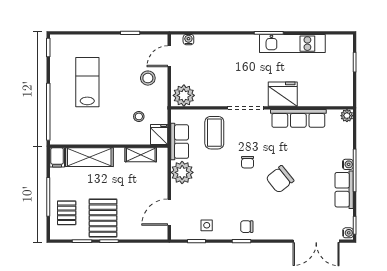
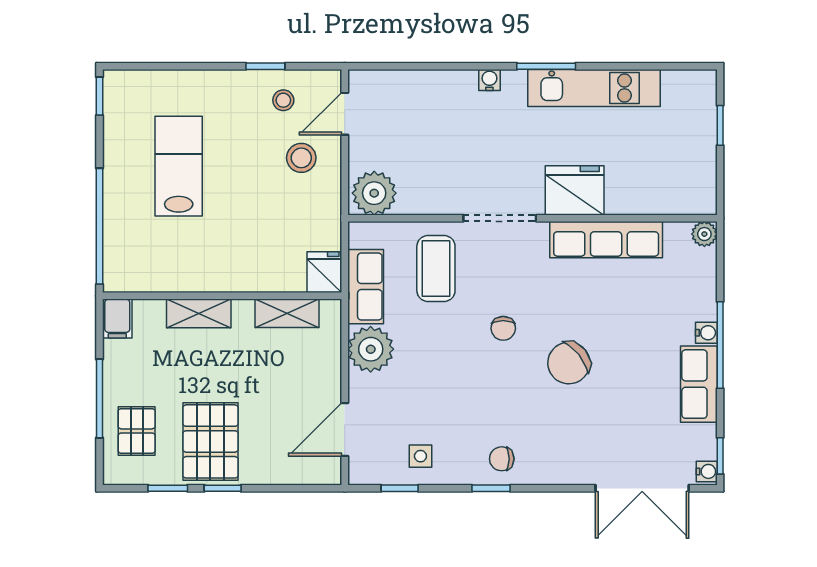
water cooler: (188, 40) -> (489, 80), moved
stool: (139, 116) -> (283, 100), moved
shelving: (89, 157) -> (199, 313), width x0.67, depth x0.75

